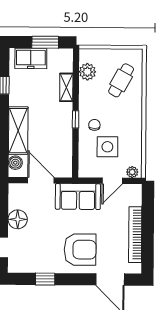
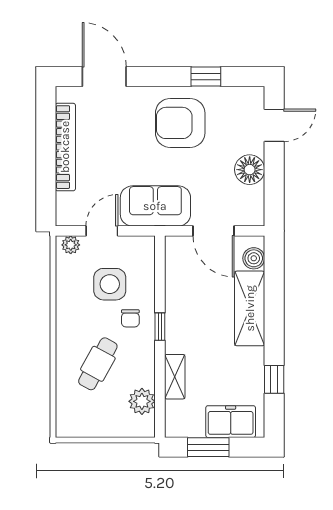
cafe table: (121, 80) -> (98, 364), moved
armchair: (80, 250) -> (180, 123), moved

